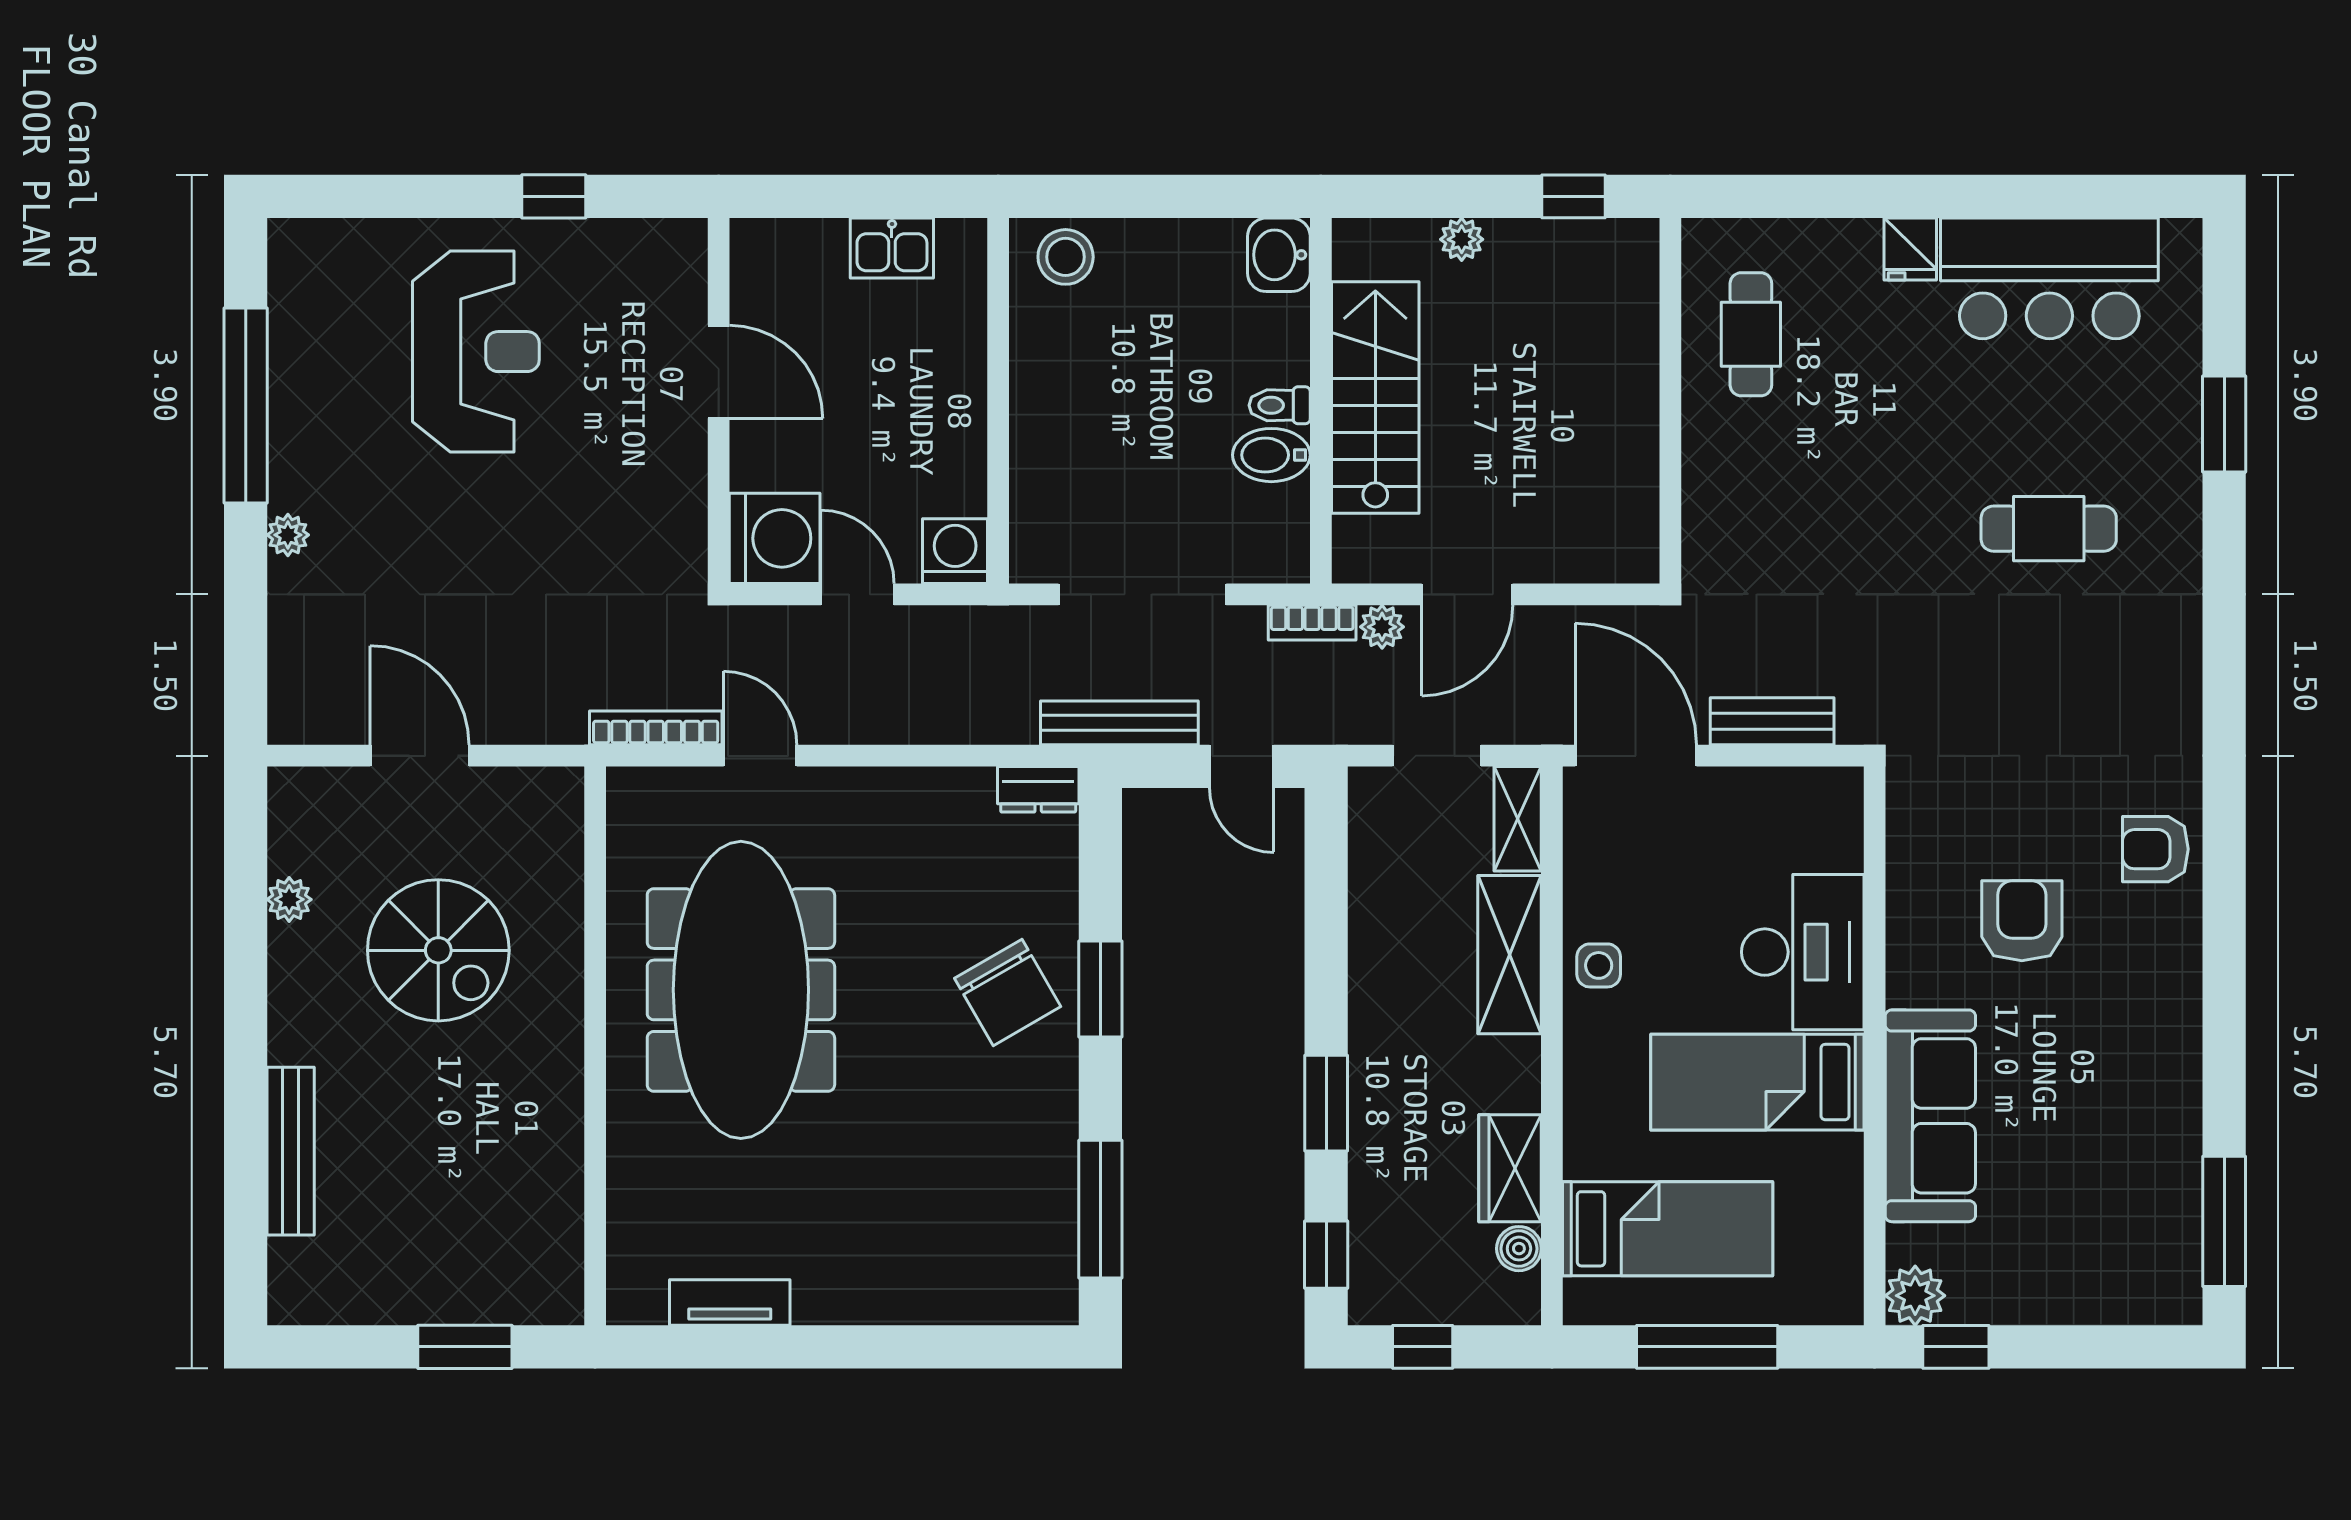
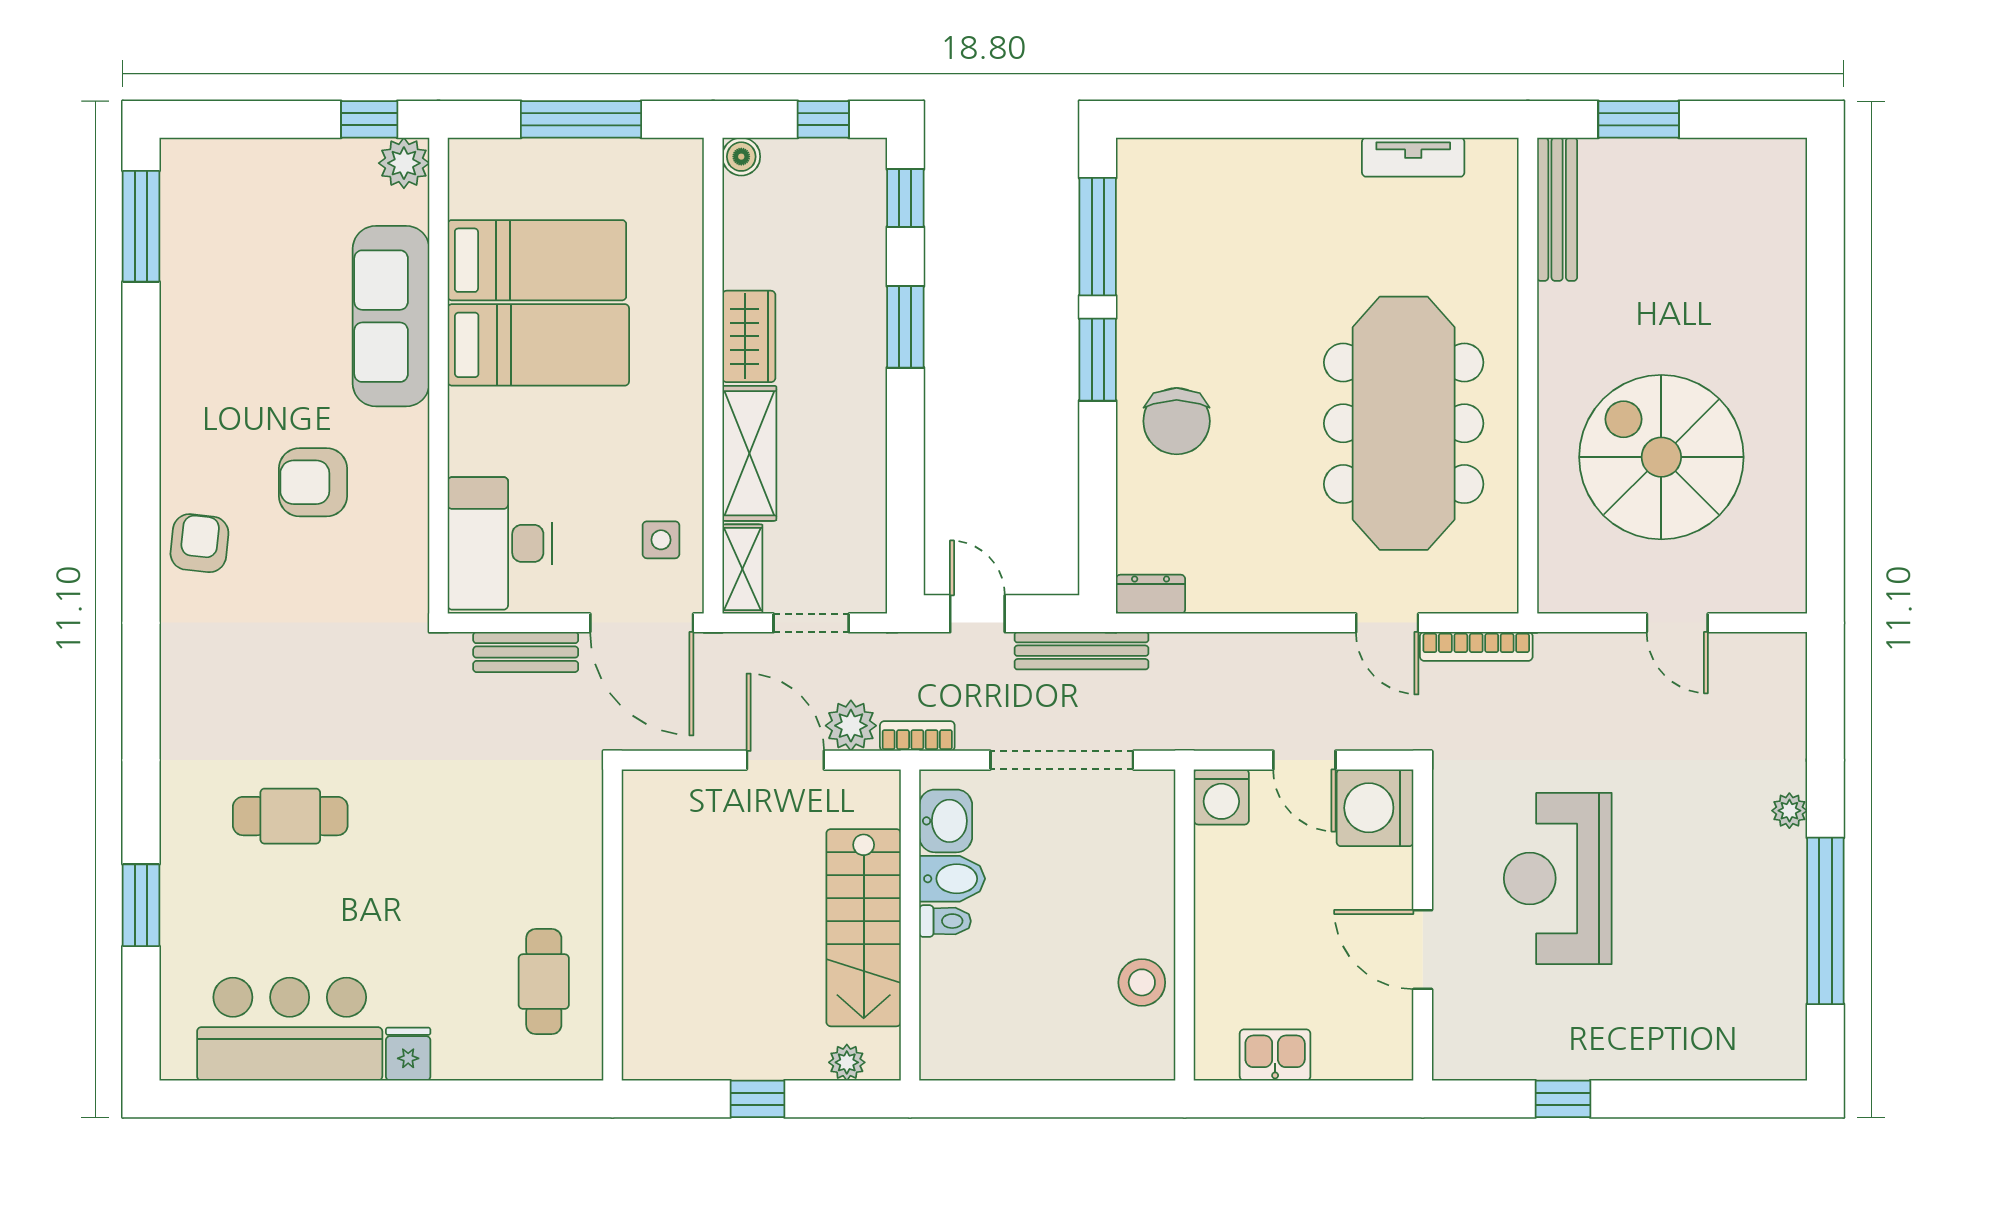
window: (1573, 196) -> (757, 1099), moved
plant: (1462, 239) -> (847, 1062), moved
washbasin: (1279, 255) -> (946, 821), moved
stool: (1066, 257) -> (1142, 982), moved
reception desk: (476, 352) -> (1558, 878), moved
door: (1467, 594) -> (785, 760), hinge flipped
plant: (1382, 627) -> (851, 726), width x1.38, depth x1.38
door: (420, 756) -> (1677, 623), width x0.73
armchair: (2155, 849) -> (199, 543), turned -84
plant: (289, 899) -> (1788, 500), removed
armchair: (2022, 921) -> (313, 482), turned 90
spiral stairs: (438, 950) -> (1661, 457), width x1.37, depth x1.37
desk: (1803, 952) -> (500, 543), moved
side table: (1599, 965) -> (661, 540), moved
window: (1100, 989) -> (1098, 360), moved
chair: (1008, 992) -> (1177, 421), turned -150
bench: (291, 1151) -> (1557, 209), moved
wardrobe: (1510, 1168) -> (749, 336), moved
bed: (1668, 1229) -> (537, 260), moved, turned 180
boiler: (1519, 1249) -> (741, 157), moved

